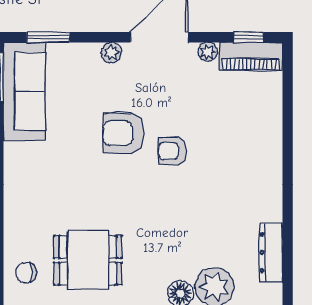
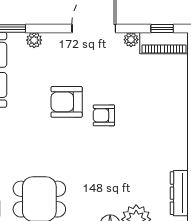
plant: (111, 52) -> (34, 40), moved

